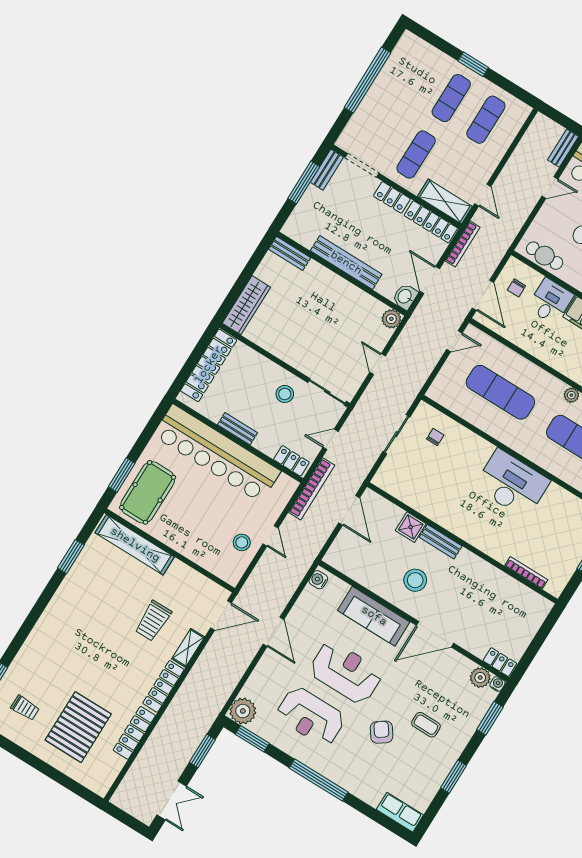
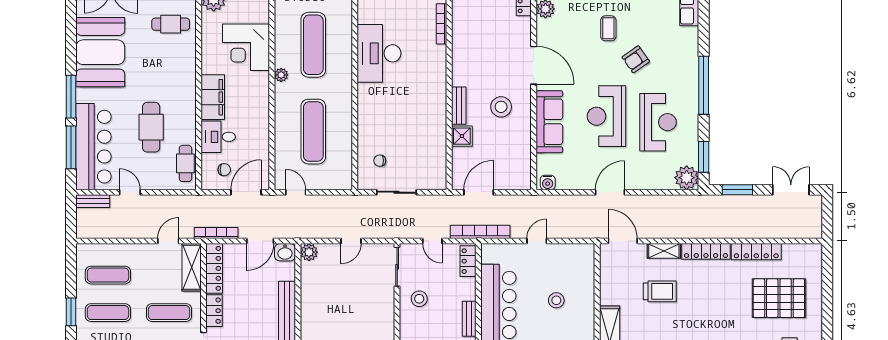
desk: (512, 484) -> (379, 53), moved
stool: (242, 542) -> (556, 300), moved

